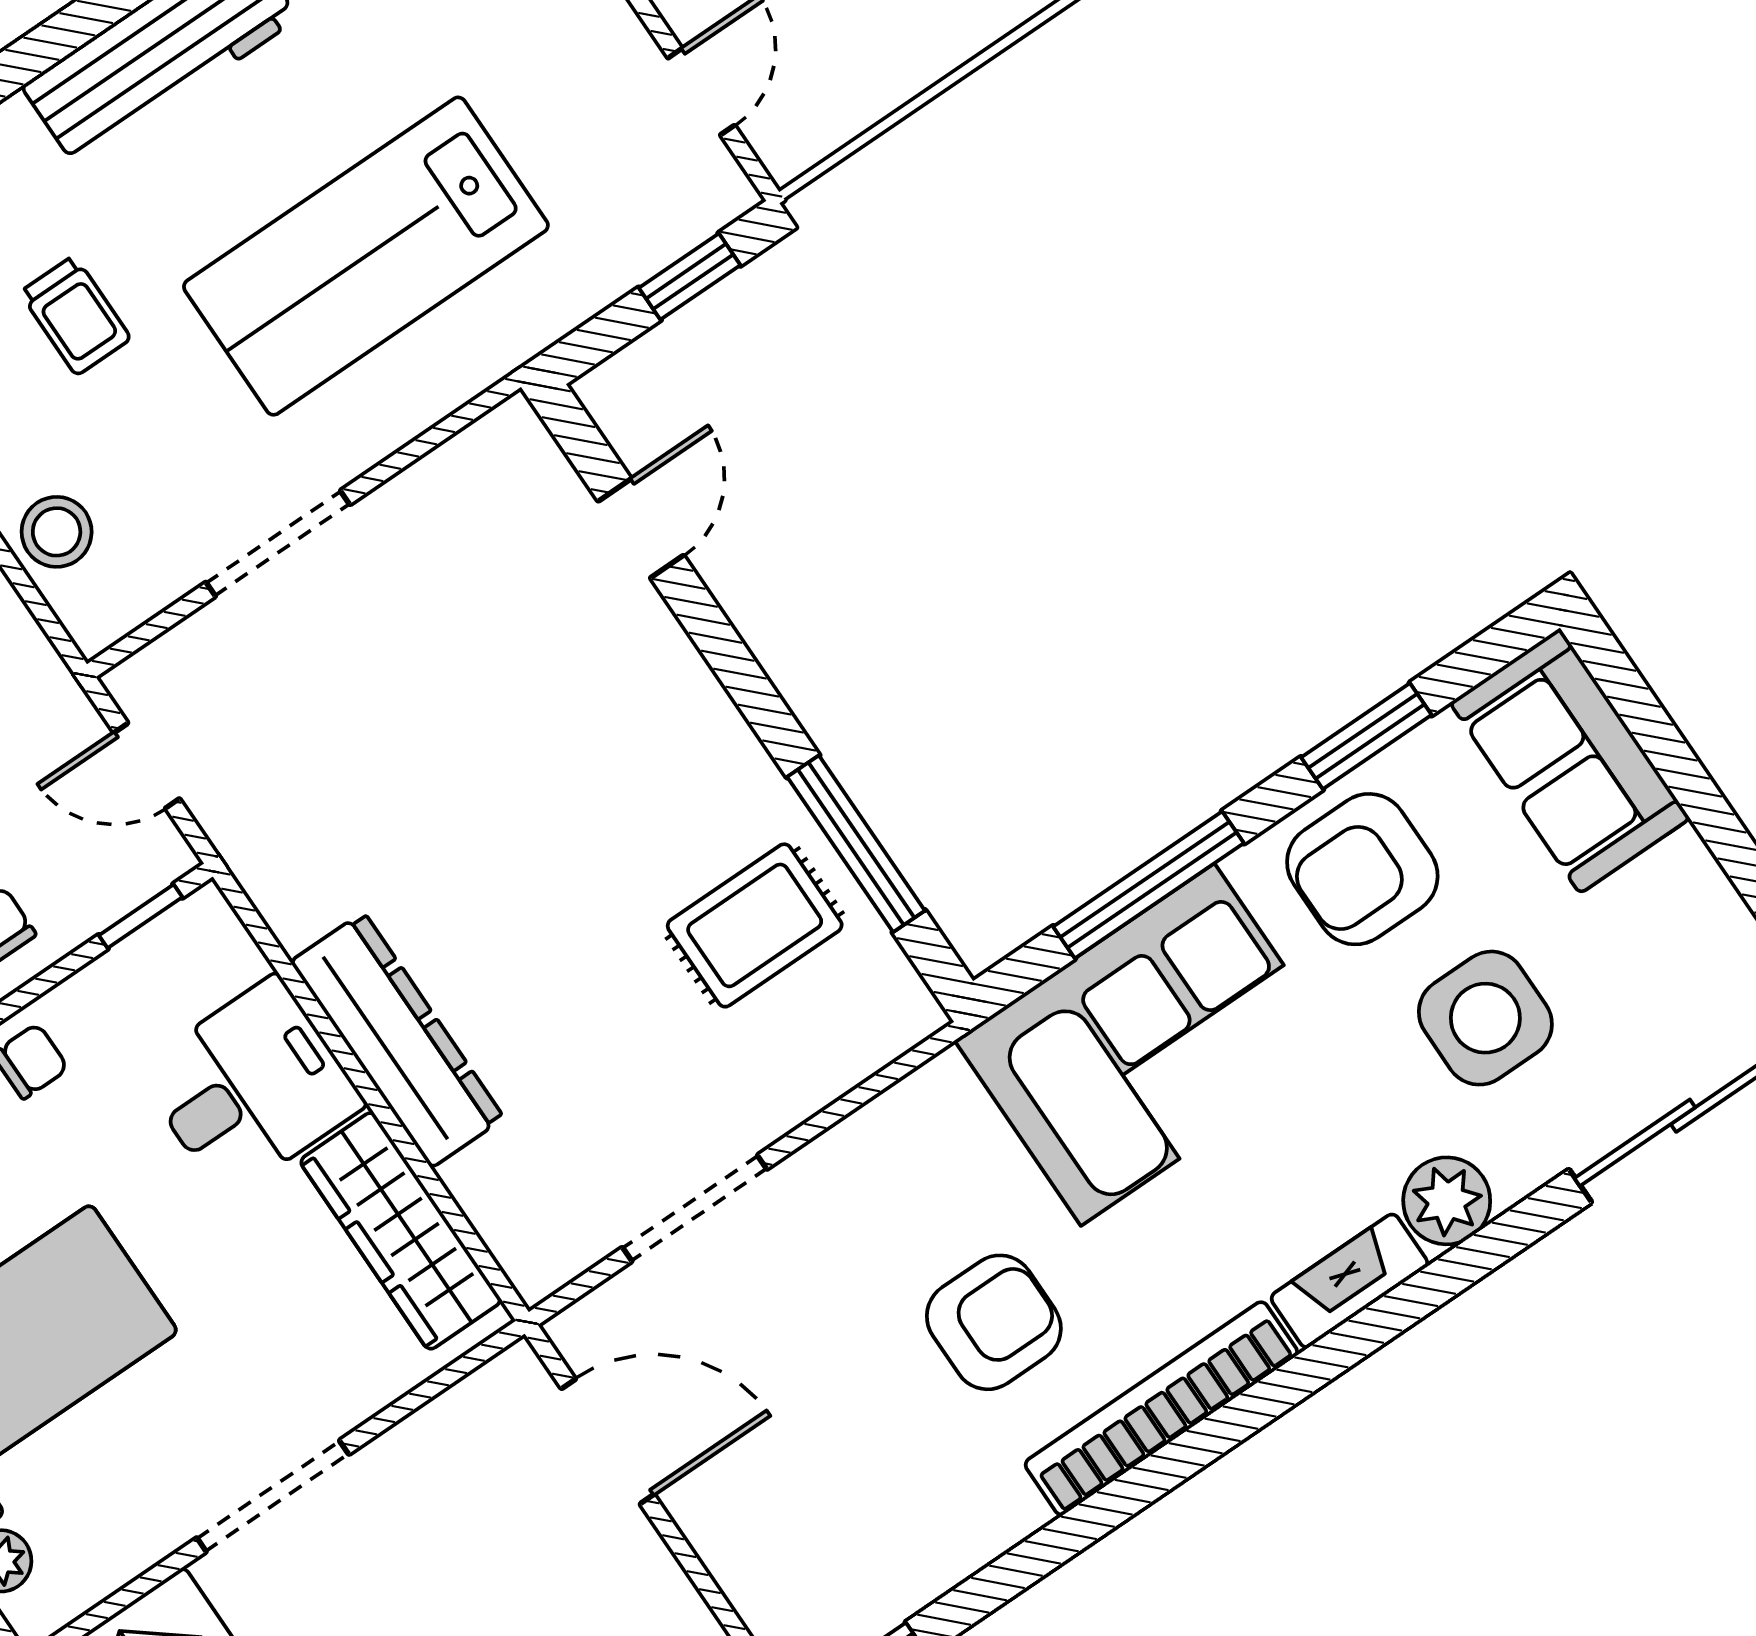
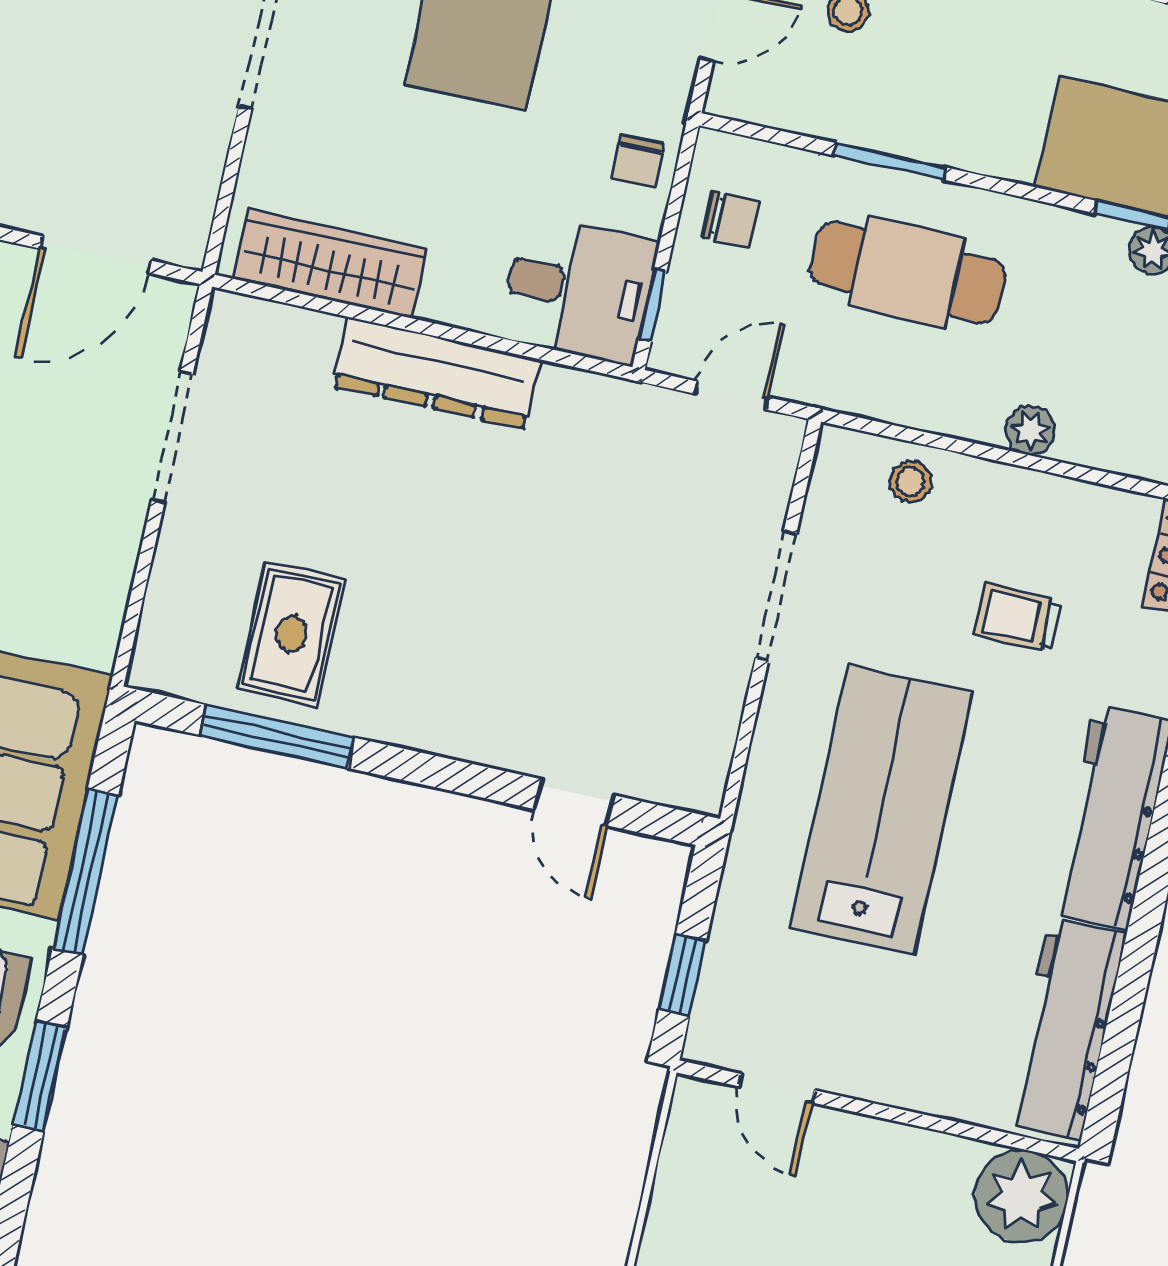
stool: (57, 532) -> (911, 482), width x0.73, depth x0.73
desk: (251, 1087) -> (578, 289), moved, turned -90

